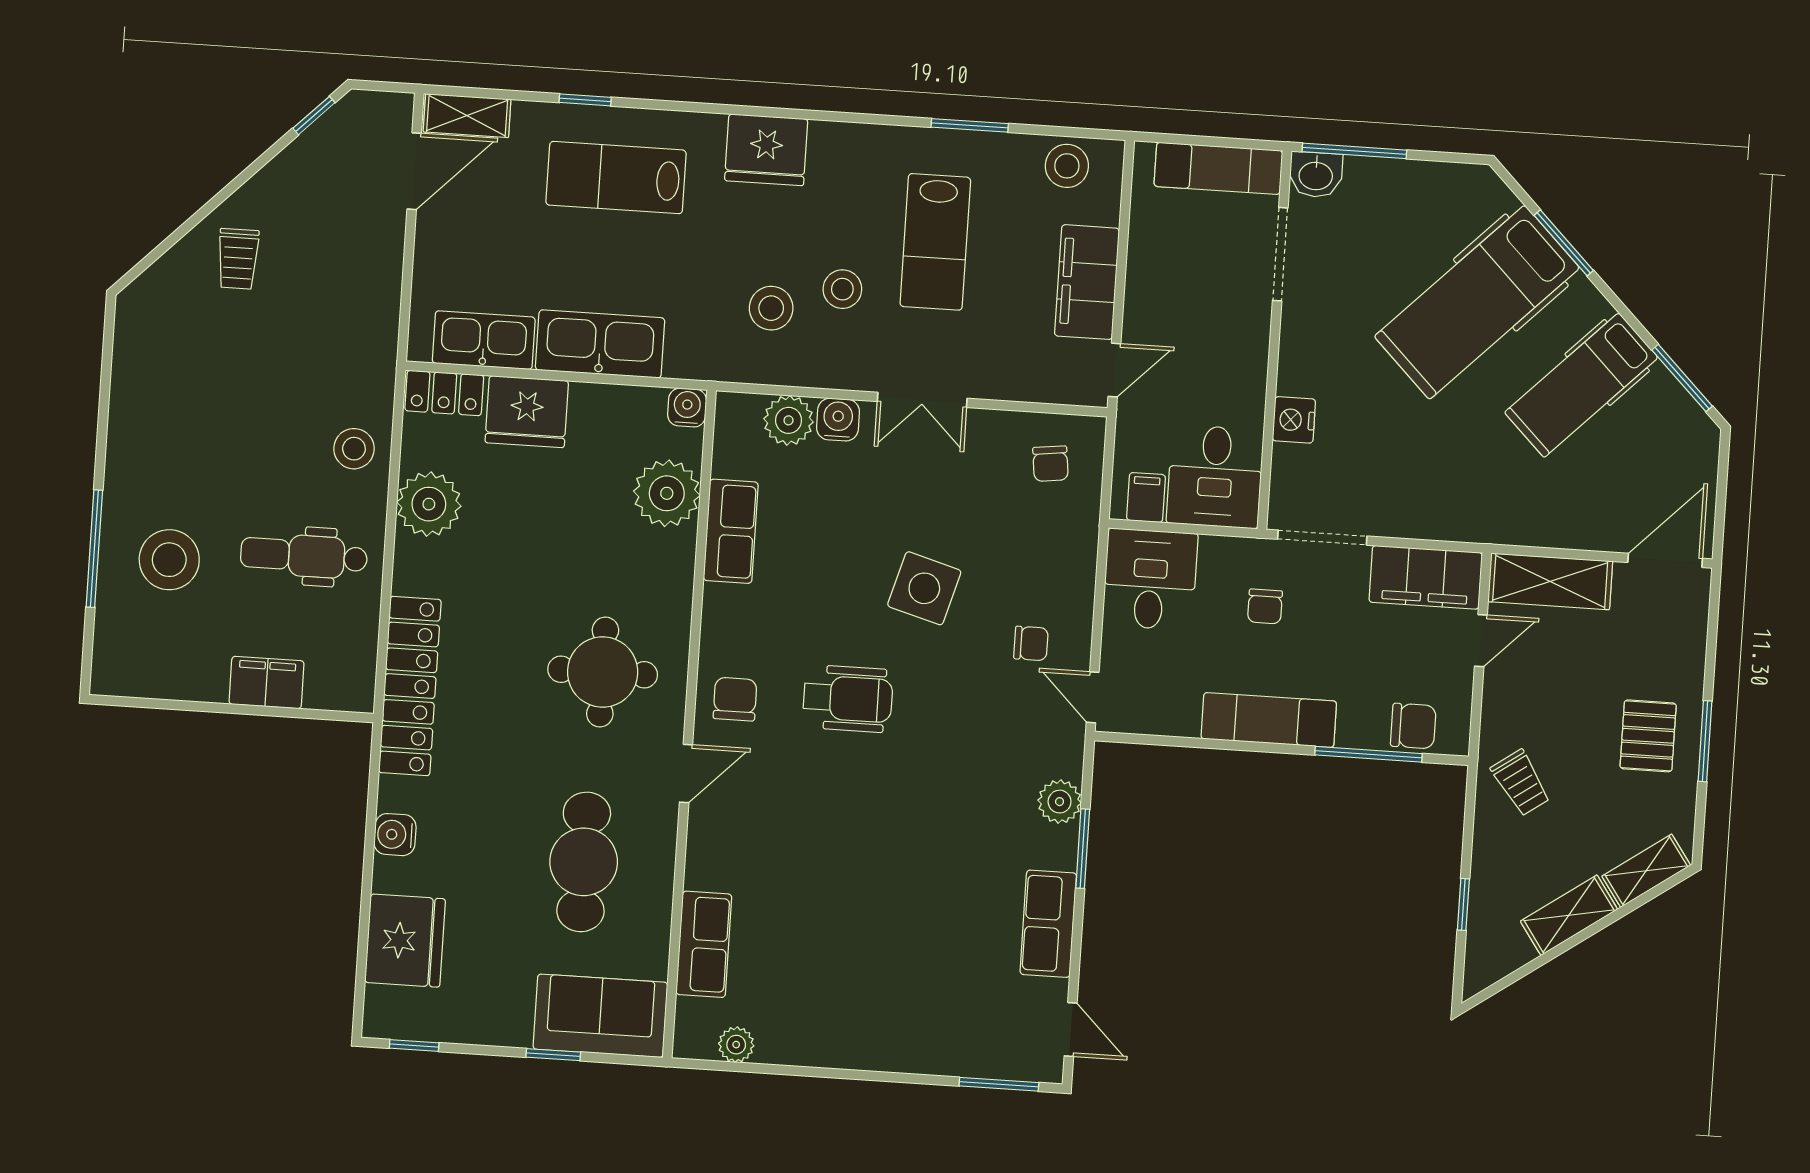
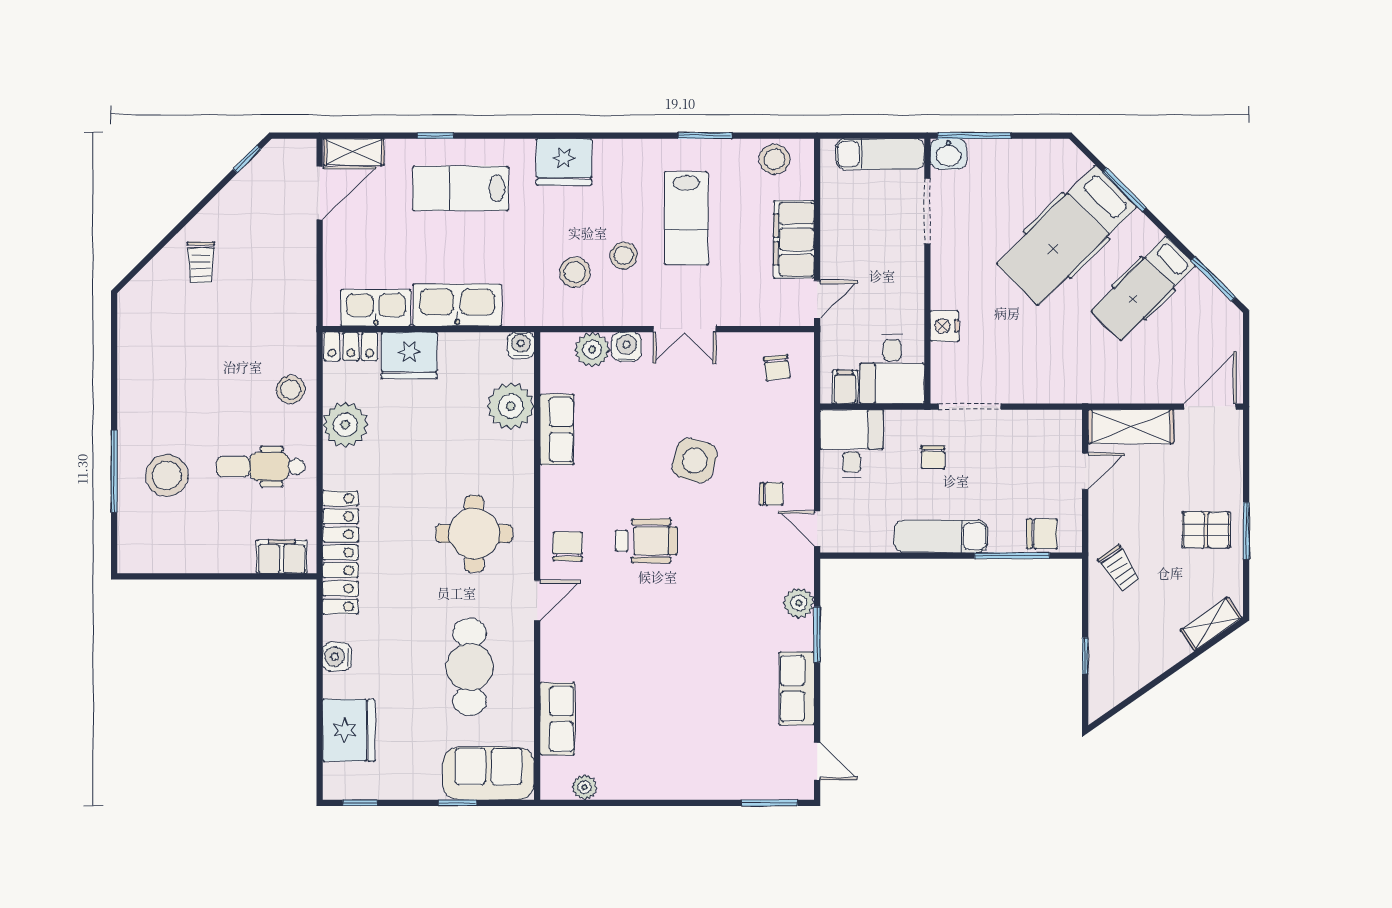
filing cabinet: (1426, 577) -> (1044, 430), removed
filing cabinet: (267, 682) -> (282, 557), moved
pallet: (1648, 736) -> (1206, 530), turned 90
shelving: (1569, 915) -> (1159, 659), removed

